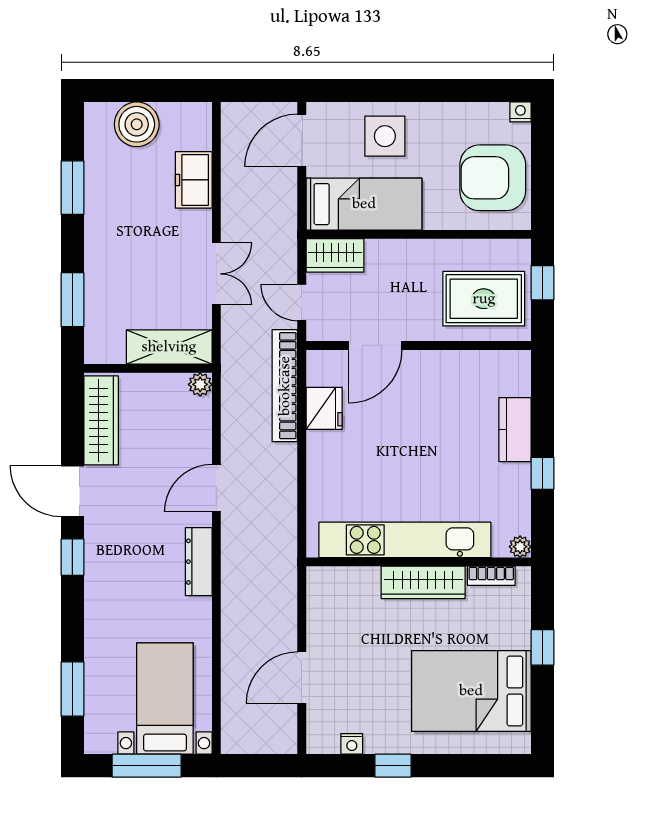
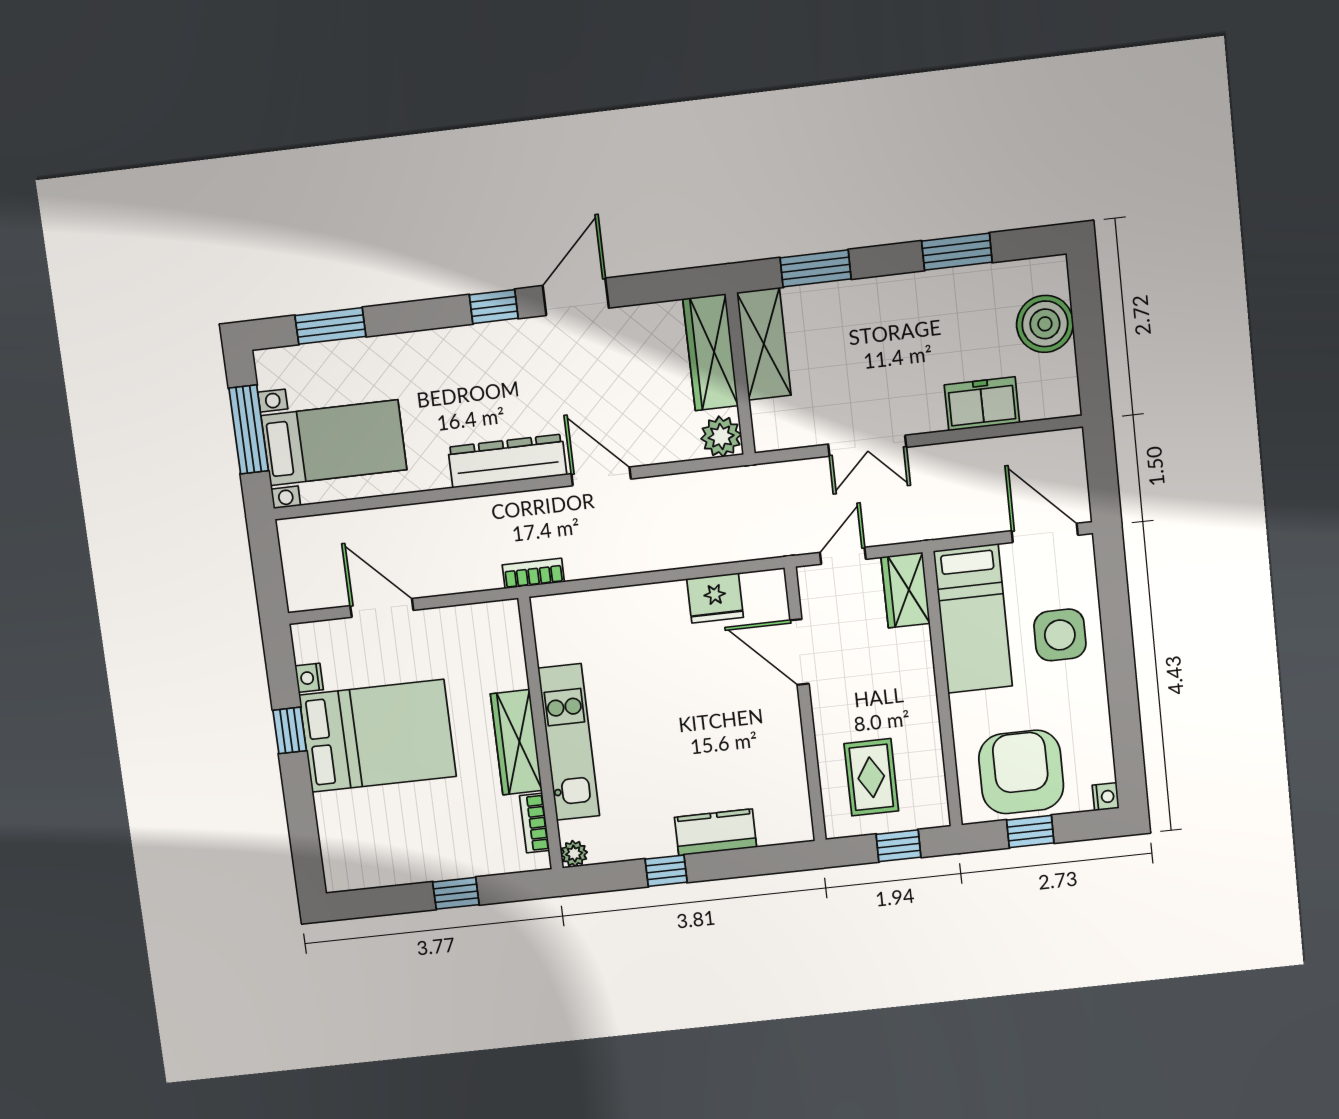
window: (542, 175) -> (1030, 832), added
rug: (484, 299) -> (871, 777), width x0.73, depth x0.70
shelving: (169, 347) -> (764, 344), moved
plant: (200, 384) -> (721, 437), width x1.38, depth x1.38
bookcase: (285, 386) -> (533, 573), moved, width x0.43, depth x0.76
wardrobe: (101, 420) -> (711, 352), moved, turned 90
kitchen unit: (405, 540) -> (569, 742), width x0.73
dresser: (199, 562) -> (507, 461), width x1.37, depth x1.24
bed: (471, 691) -> (378, 736), moved, turned 90

